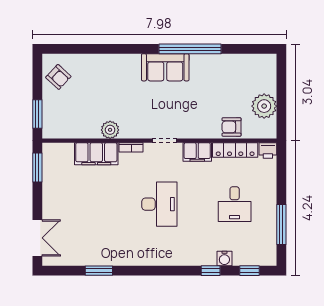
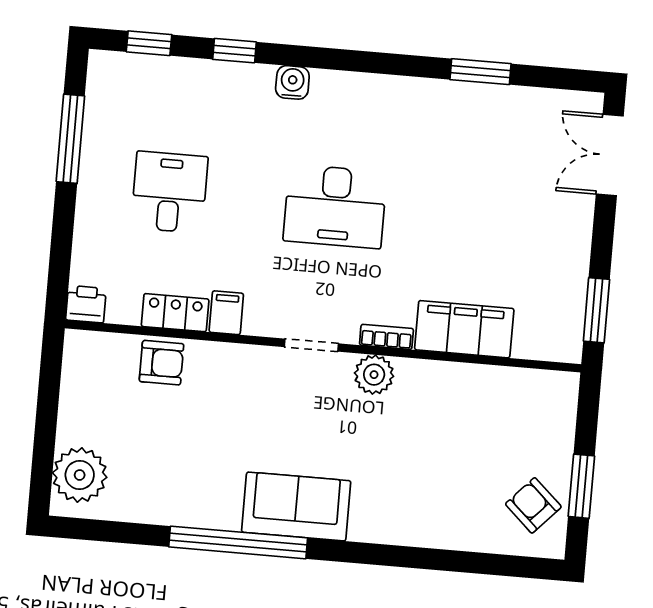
plant: (264, 106) -> (80, 475), moved
window: (37, 114) -> (581, 486), moved
plant: (110, 130) -> (374, 375), moved
locker: (235, 150) -> (175, 313), width x0.66
filing cabinet: (197, 152) -> (226, 313), width x0.50
desk: (159, 204) -> (335, 206), turned -90
water cooler: (224, 258) -> (292, 82), moved

